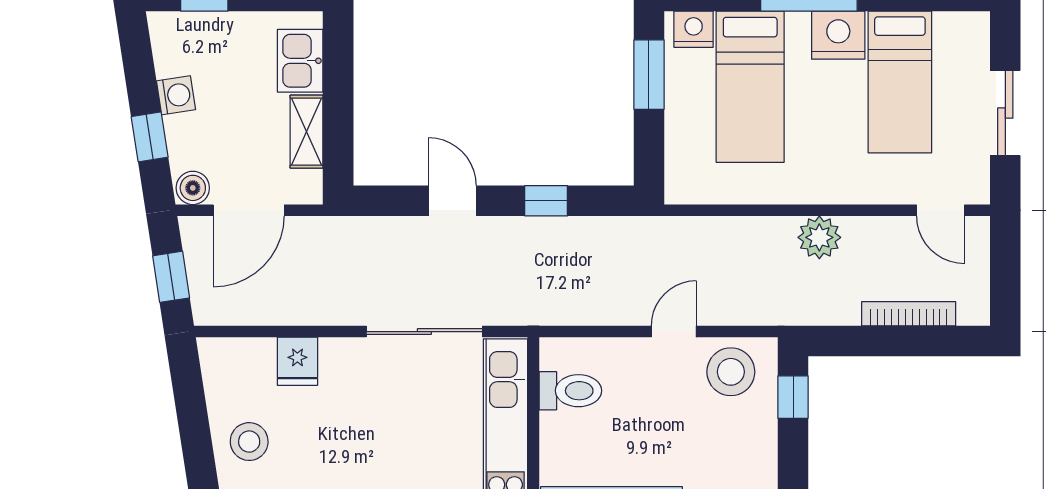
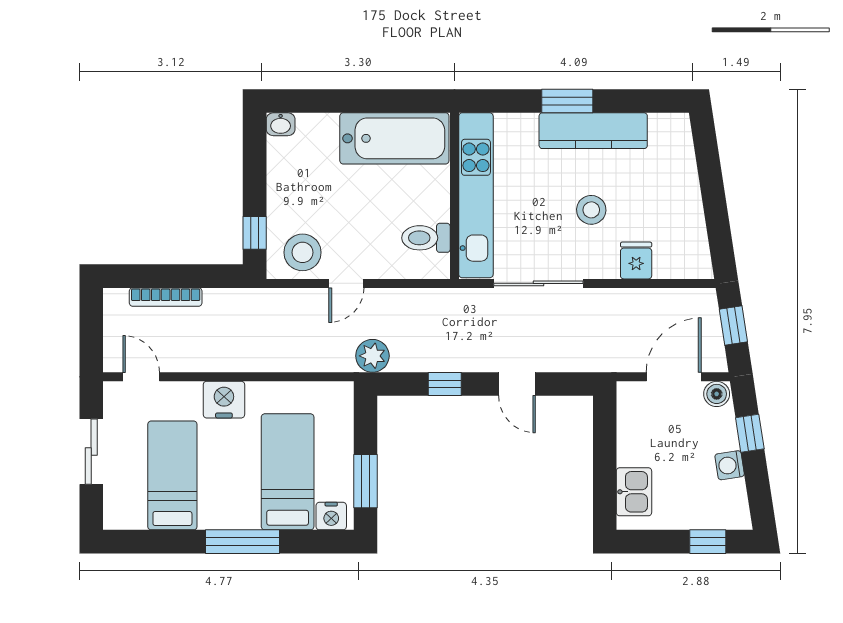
nightstand: (838, 35) -> (224, 400), moved, turned 180
shelving: (307, 132) -> (629, 437), removed
plant: (819, 237) -> (372, 356), moved
stool: (249, 442) -> (591, 210), moved

